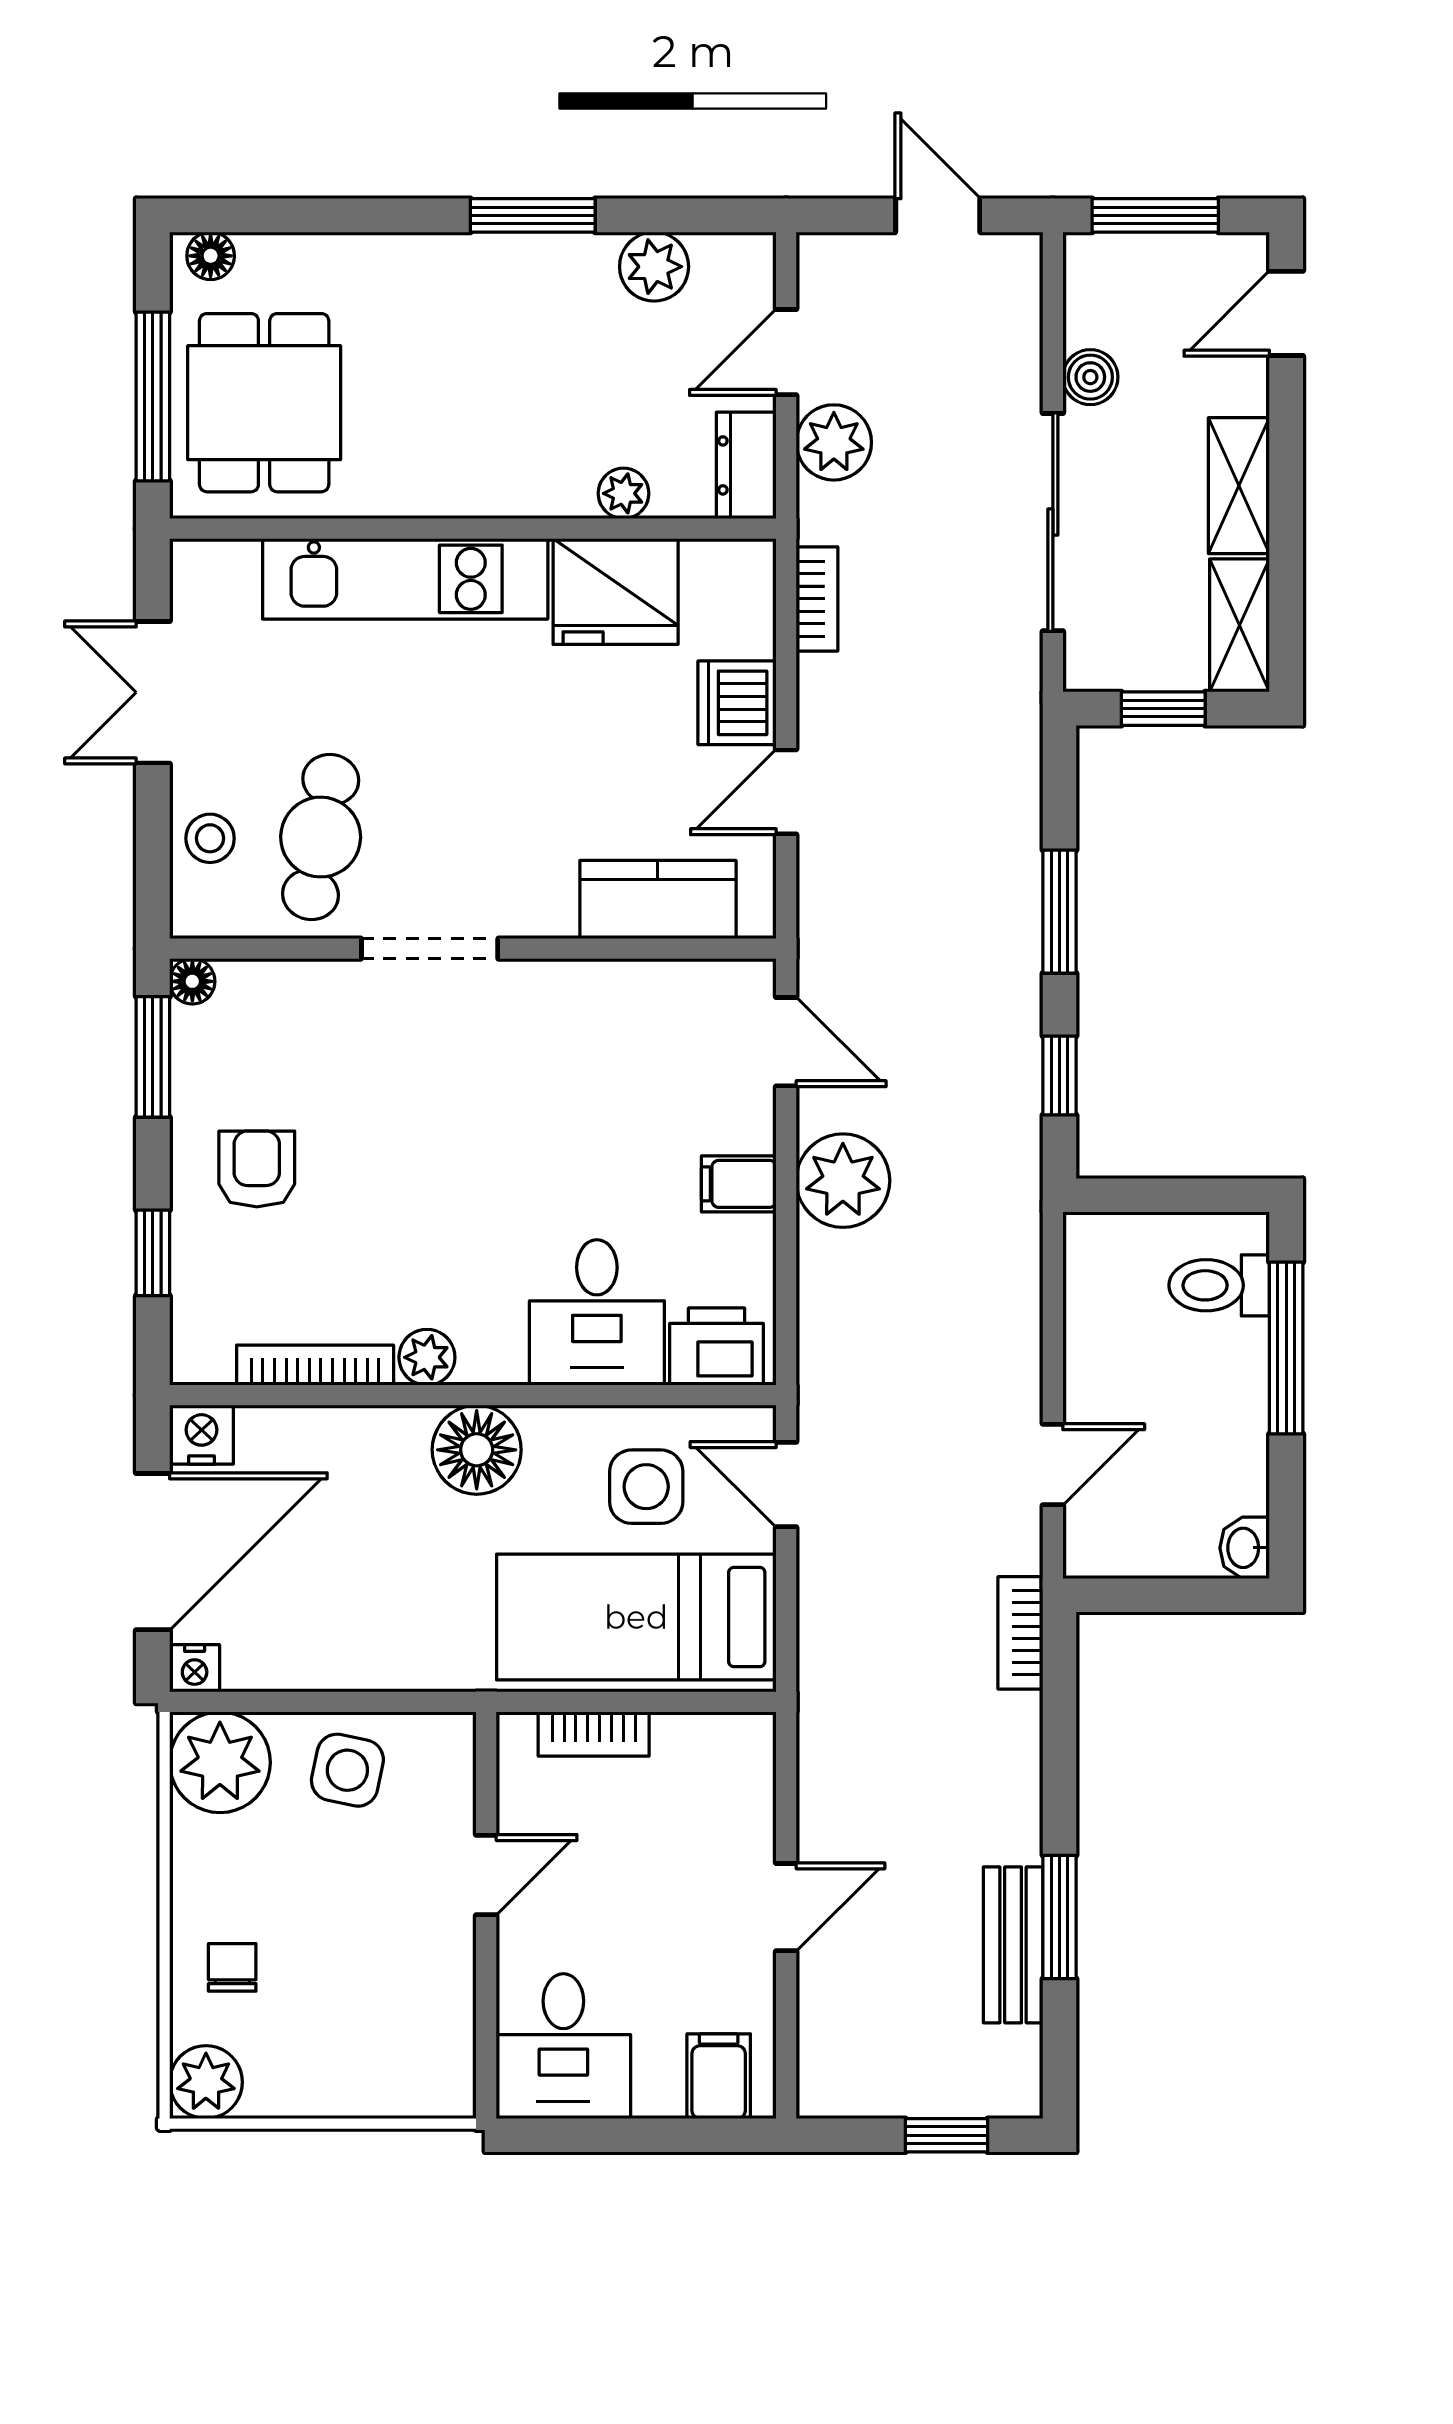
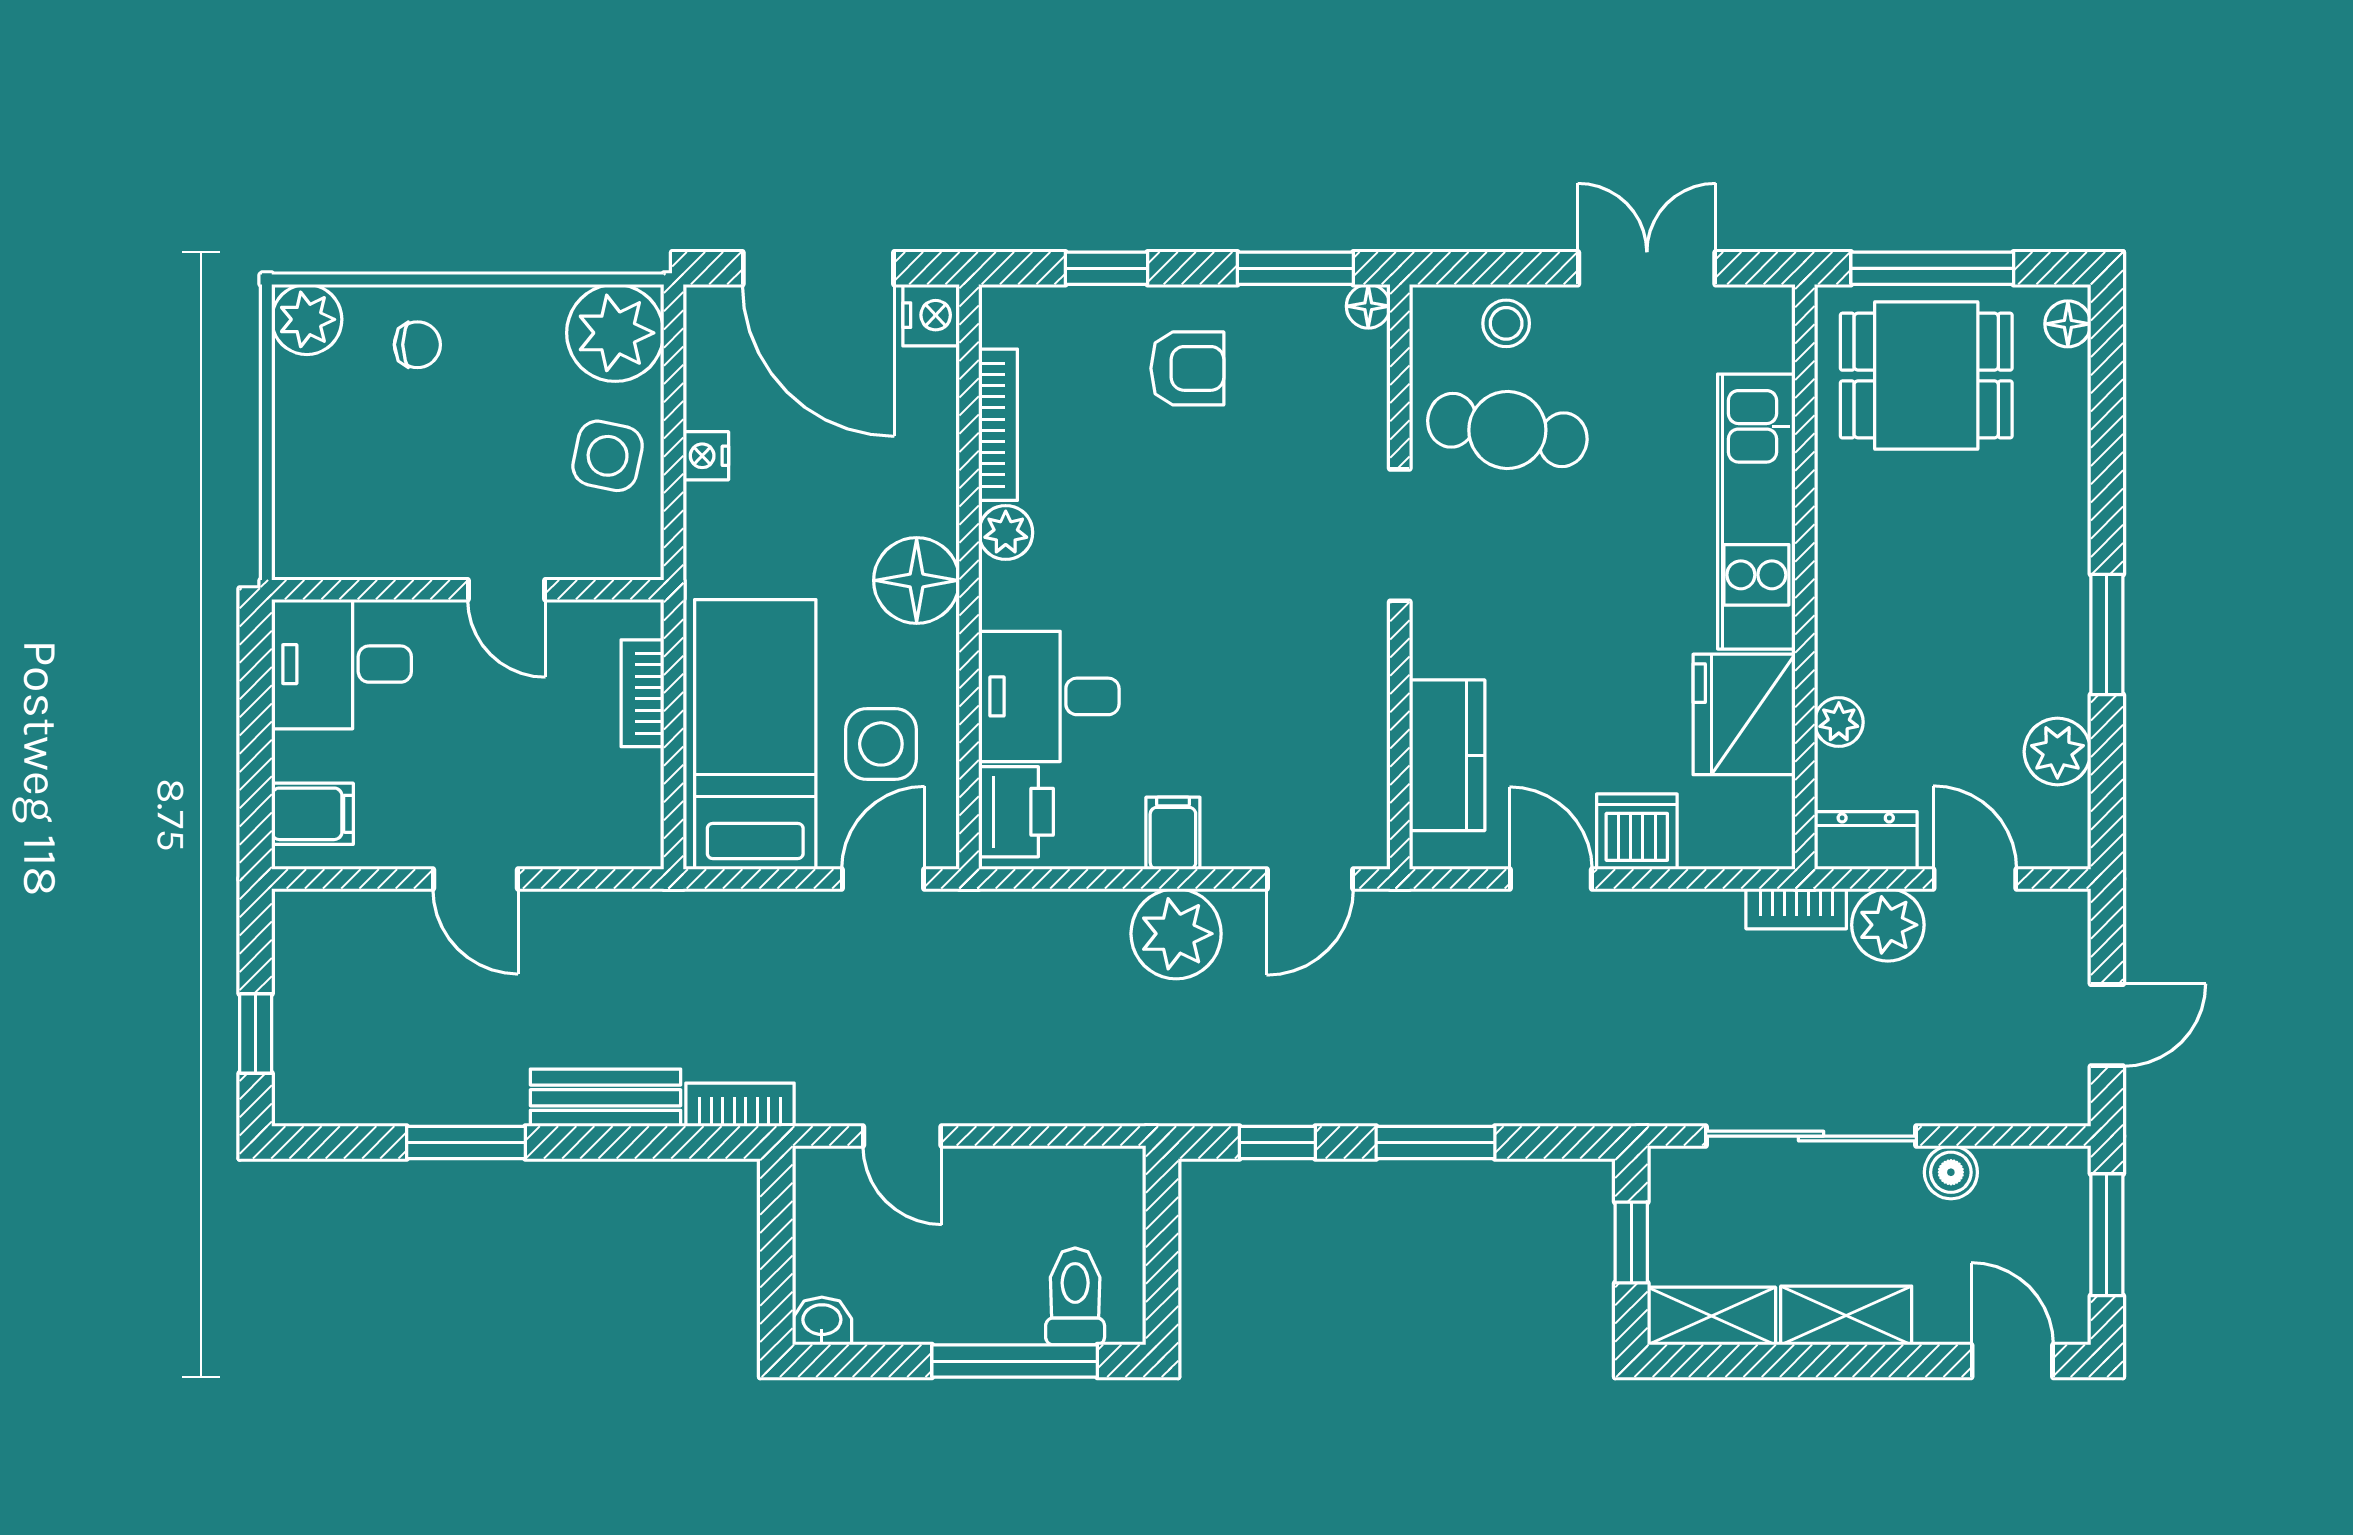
bookcase: (817, 599) -> (1796, 909), moved
nightstand: (195, 1668) -> (706, 456), moved
bench: (1013, 1945) -> (605, 1098), moved

